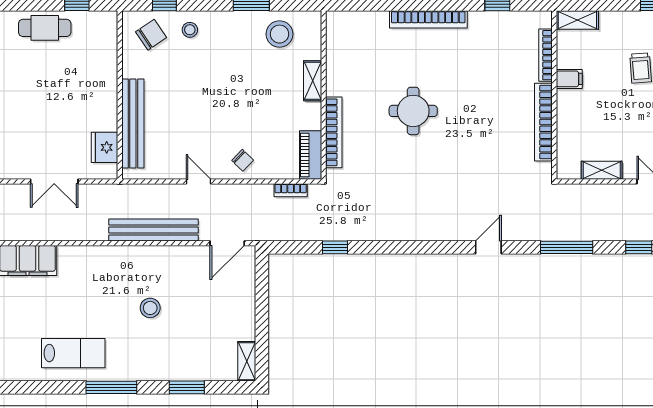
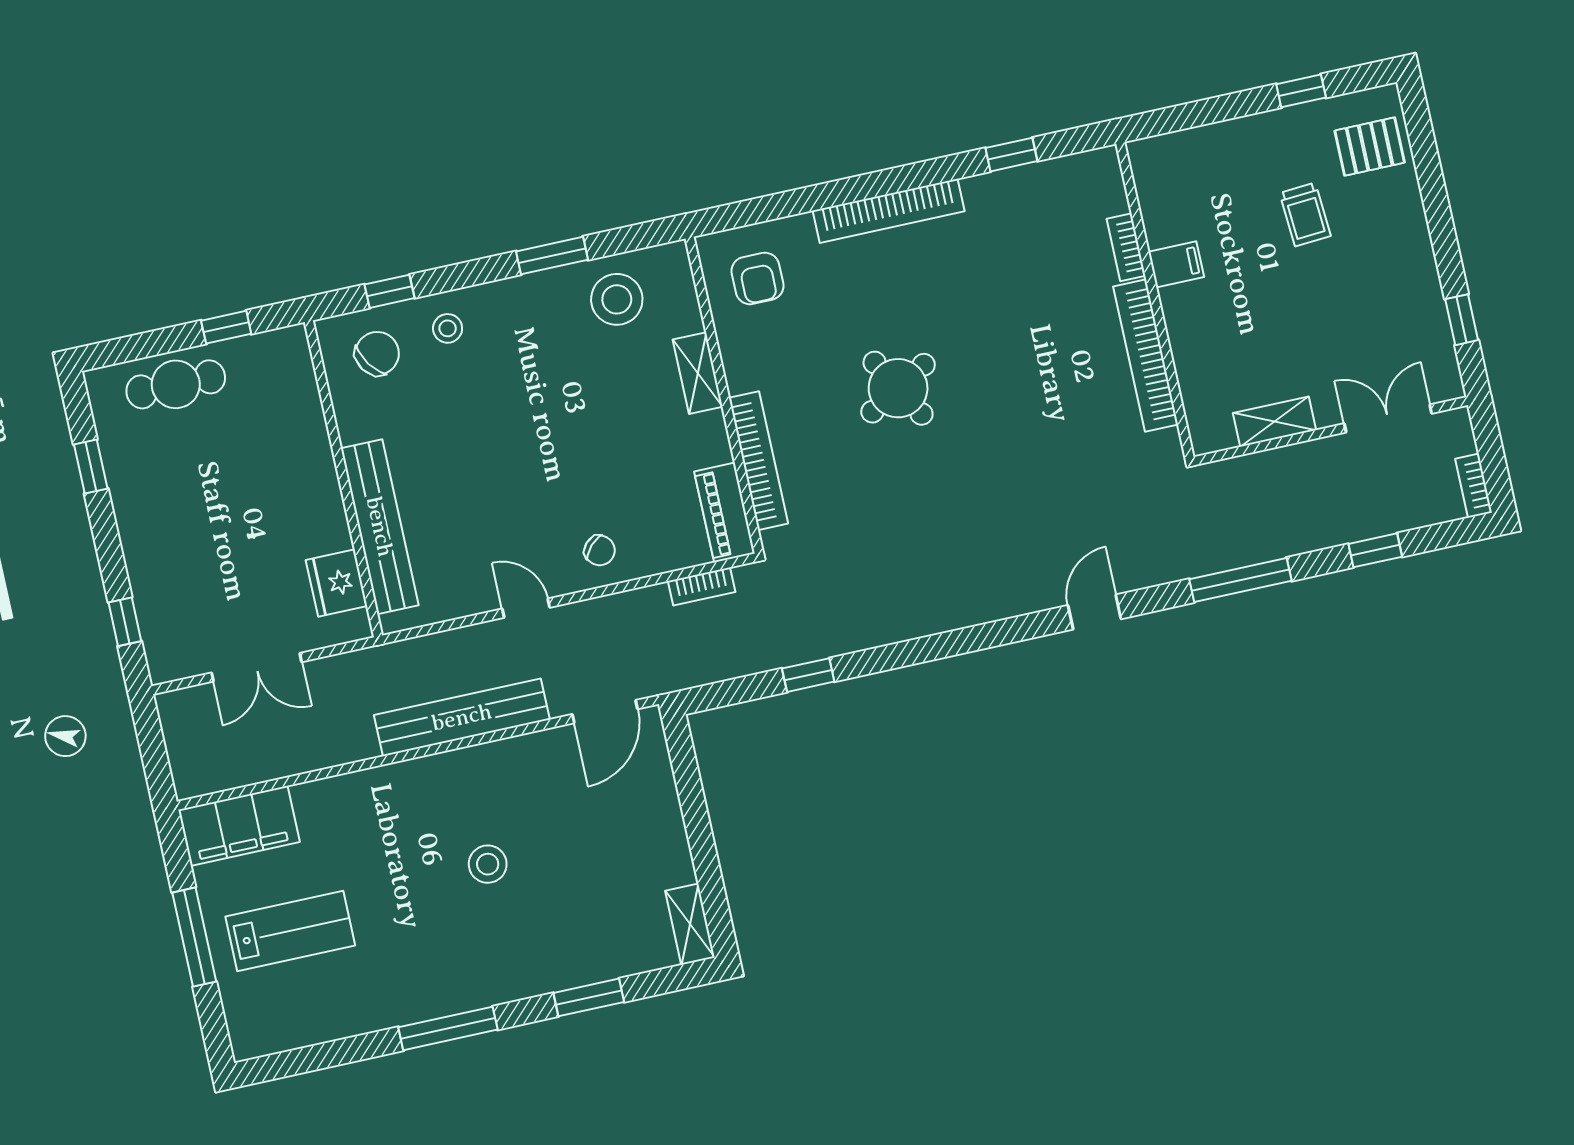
shelving: (577, 20) -> (1167, 151), removed
armchair: (354, 39) -> (757, 278), added
bookcase: (545, 55) -> (1126, 247), width x0.64
round table: (413, 111) -> (898, 388), turned -30
lab bench: (73, 353) -> (290, 931), moved

